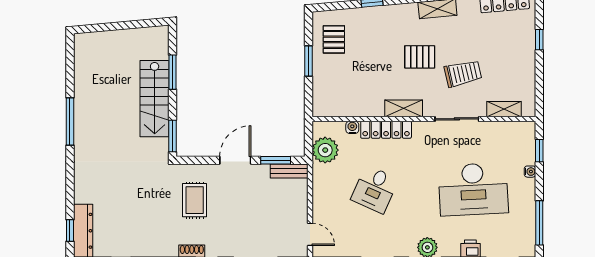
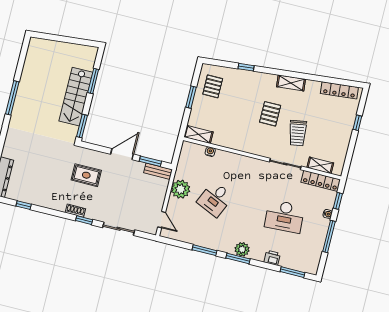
pallet: (420, 57) -> (270, 114), turned 90
trolley: (463, 73) -> (298, 133), turned 94
shelving: (404, 108) -> (198, 134), moved
locker: (386, 130) -> (321, 181), moved
plant: (325, 150) -> (181, 189), moved
desk: (473, 189) -> (285, 216), width x0.73, depth x0.77
rug: (195, 200) -> (86, 175), turned 90
window: (539, 223) -> (329, 236), moved

